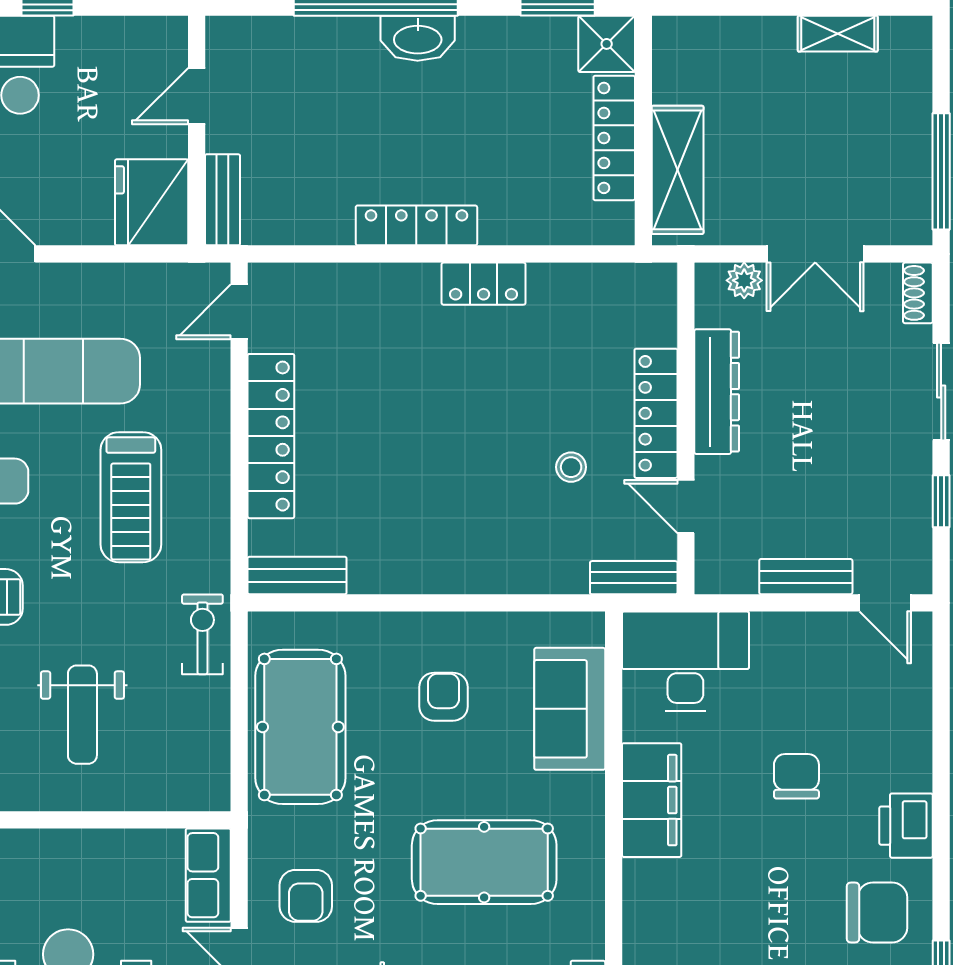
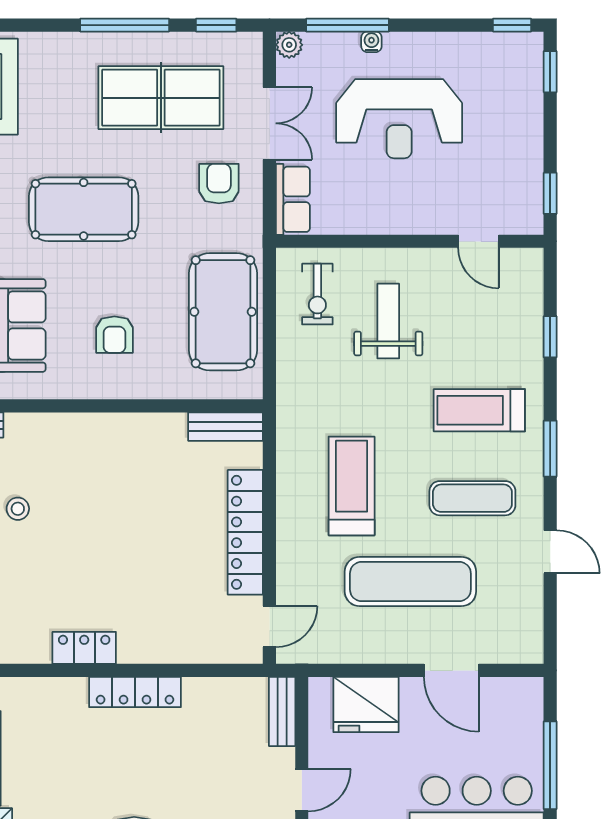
fridge: (152, 202) -> (366, 705), moved, turned 90
exercise bike: (202, 634) -> (317, 294), moved

